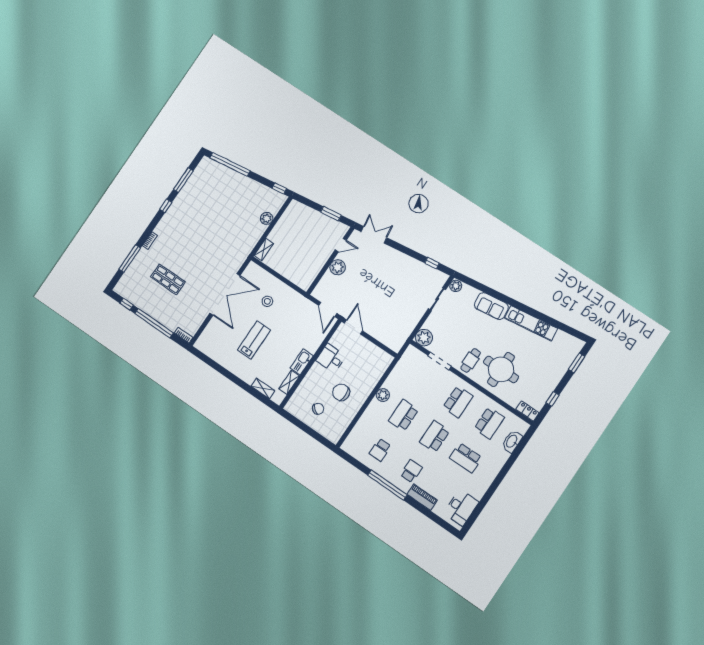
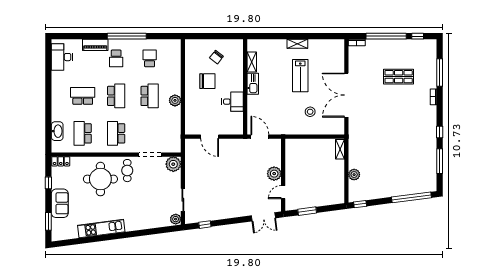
sofa: (491, 306) -> (60, 203), moved, turned 97
door: (354, 327) -> (210, 137), moved
shelving: (263, 388) -> (297, 44), moved

